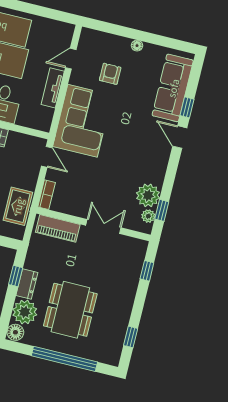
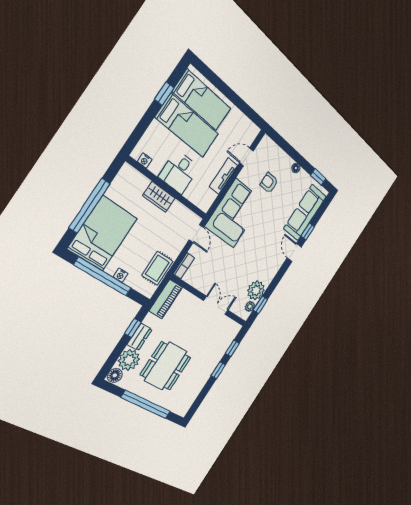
window: (172, 43) -> (318, 177), added
armchair: (110, 74) -> (269, 183), turned -90
piano: (58, 228) -> (166, 299), moved, turned -90
window: (131, 337) -> (218, 370), moved

